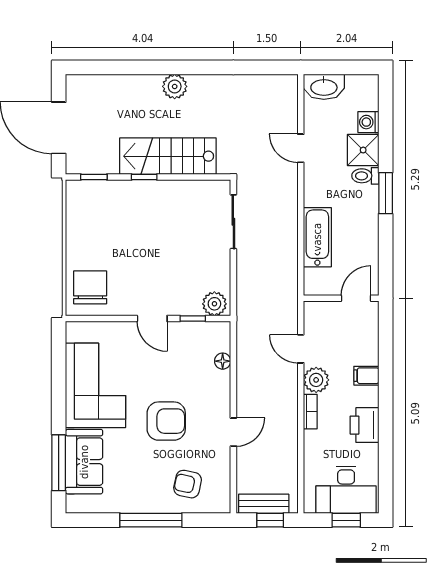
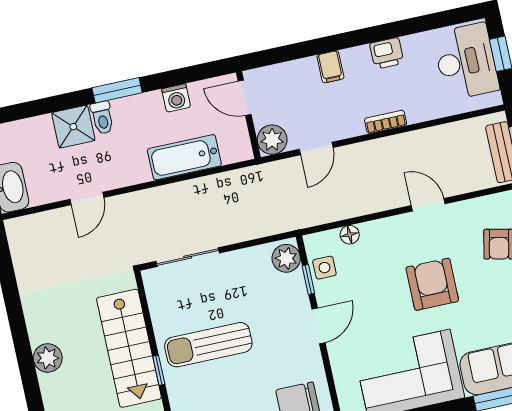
washing machine: (368, 122) -> (176, 98), moved
sun lounger: (156, 223) -> (208, 345), added
side table: (200, 334) -> (324, 268), added
plant: (316, 380) -> (272, 140), moved
printer: (365, 425) -> (387, 53), width x0.73, depth x0.81

